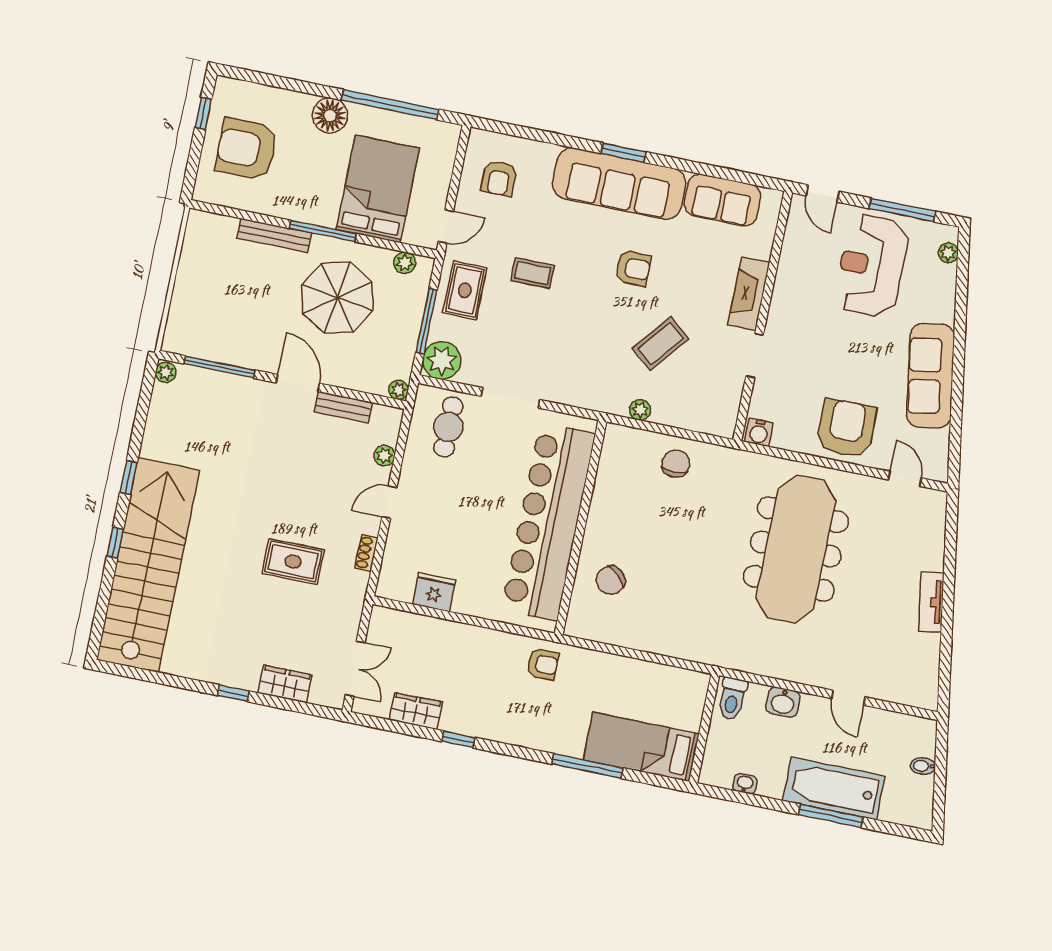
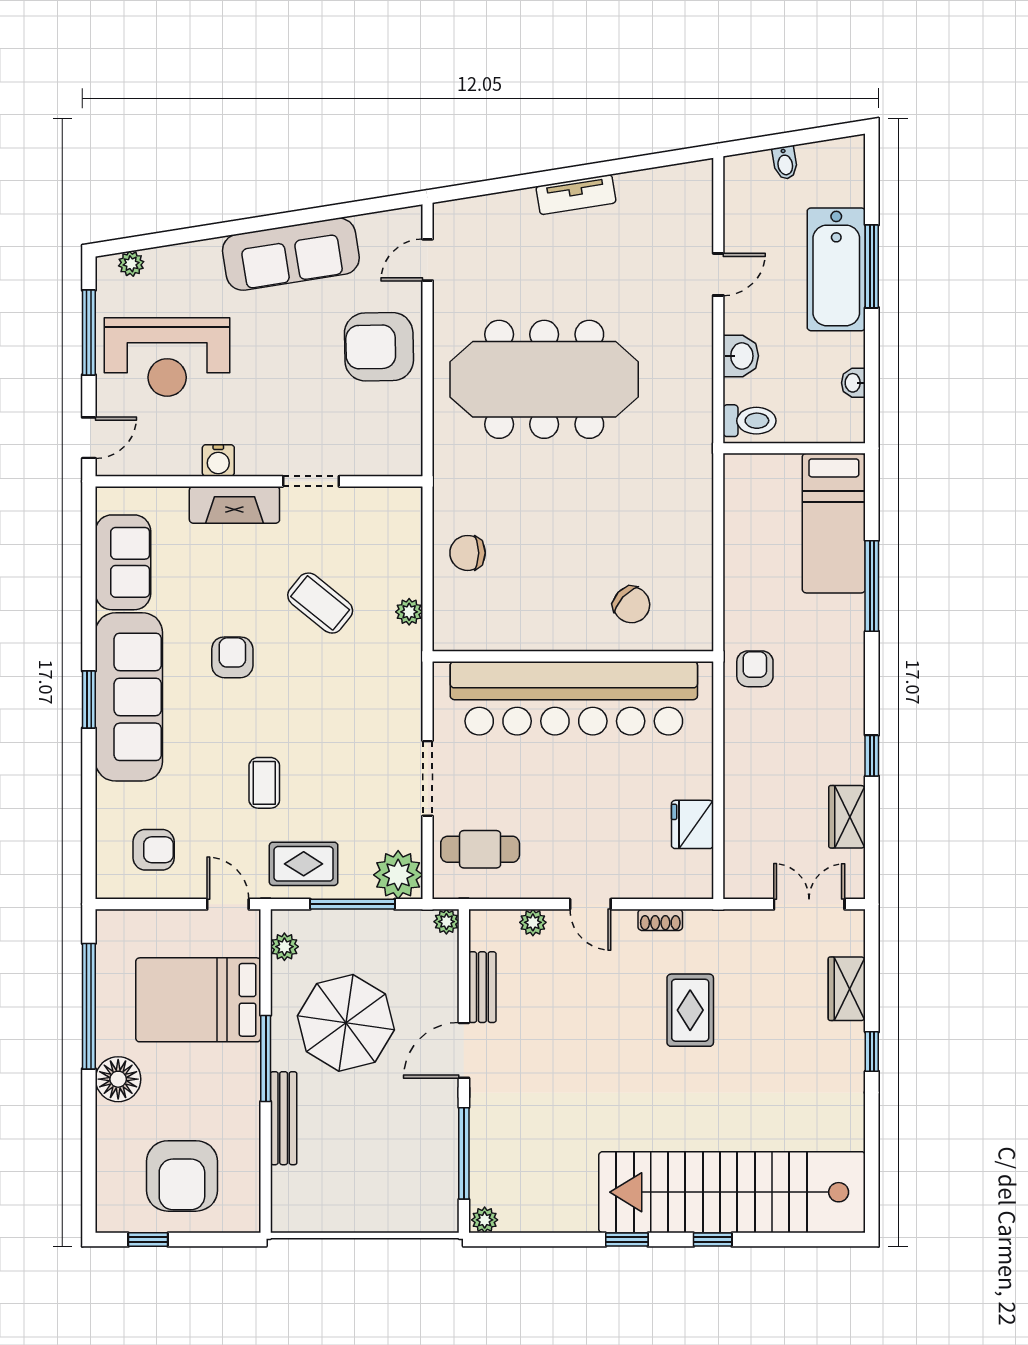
water cooler: (759, 432) -> (218, 460), moved, turned 90

